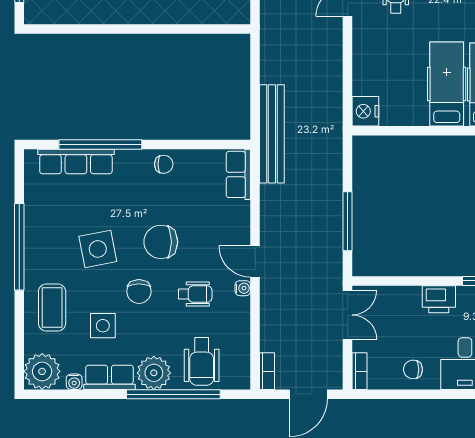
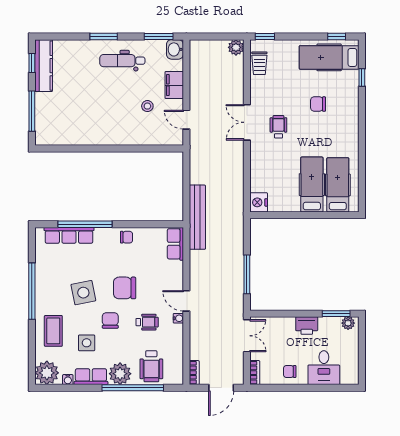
chair: (139, 291) -> (110, 320), turned 180

